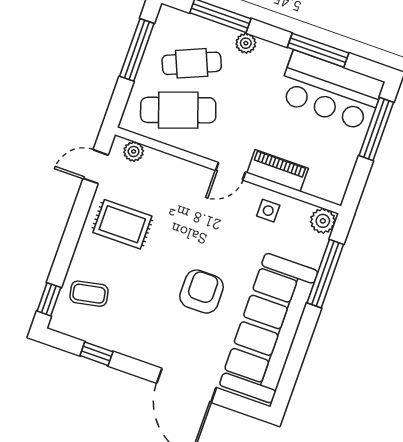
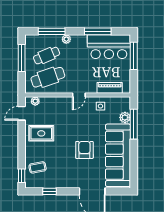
piano: (278, 171) -> (110, 88), moved
plant: (323, 221) -> (125, 117), moved

